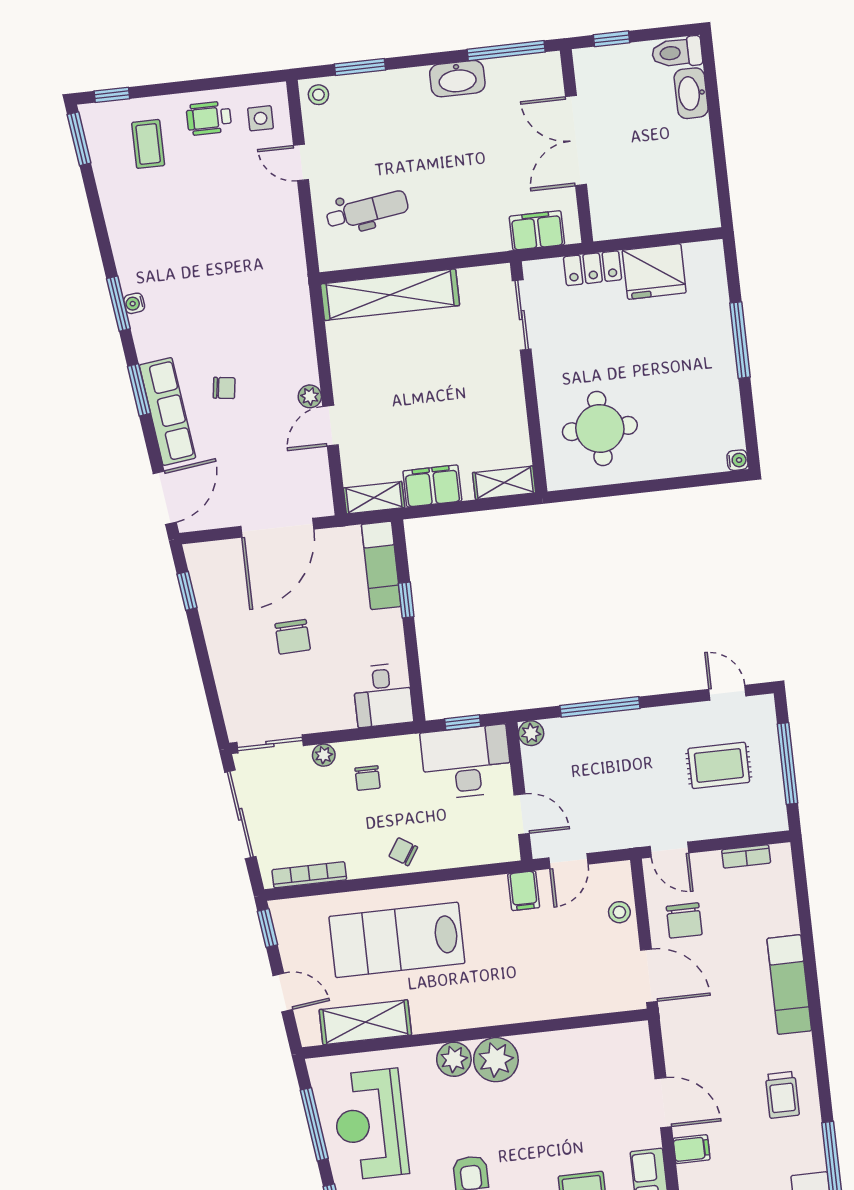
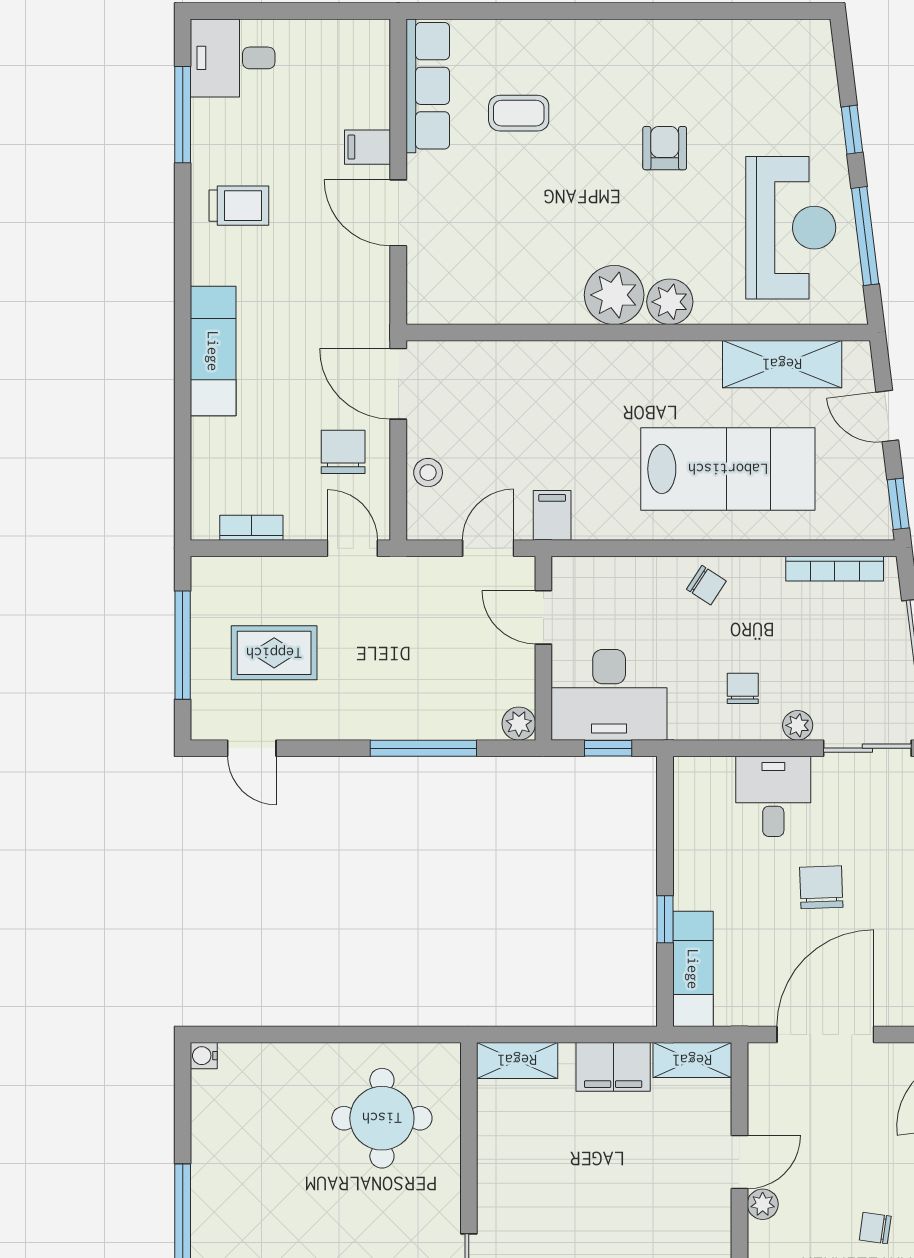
desk: (383, 695) -> (773, 796), moved
trolley: (782, 1095) -> (239, 206), turned 90

